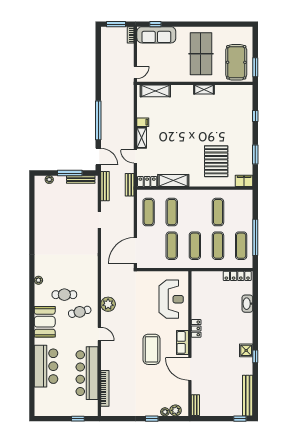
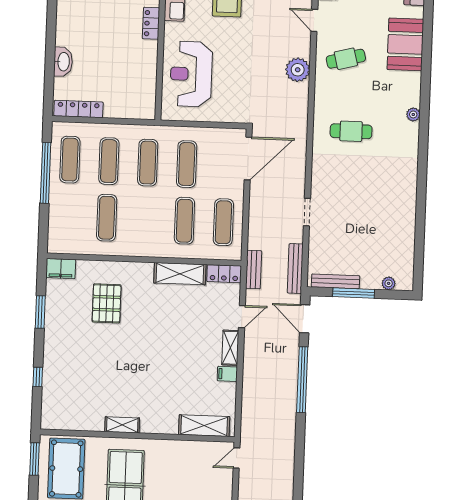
door: (135, 156) -> (242, 317), hinge flipped
pallet: (216, 161) -> (107, 303), width x0.73, depth x0.71
cafe table: (64, 295) -> (351, 131), moved

